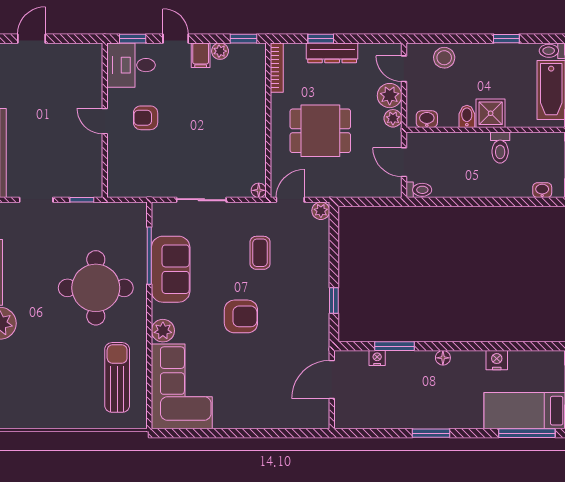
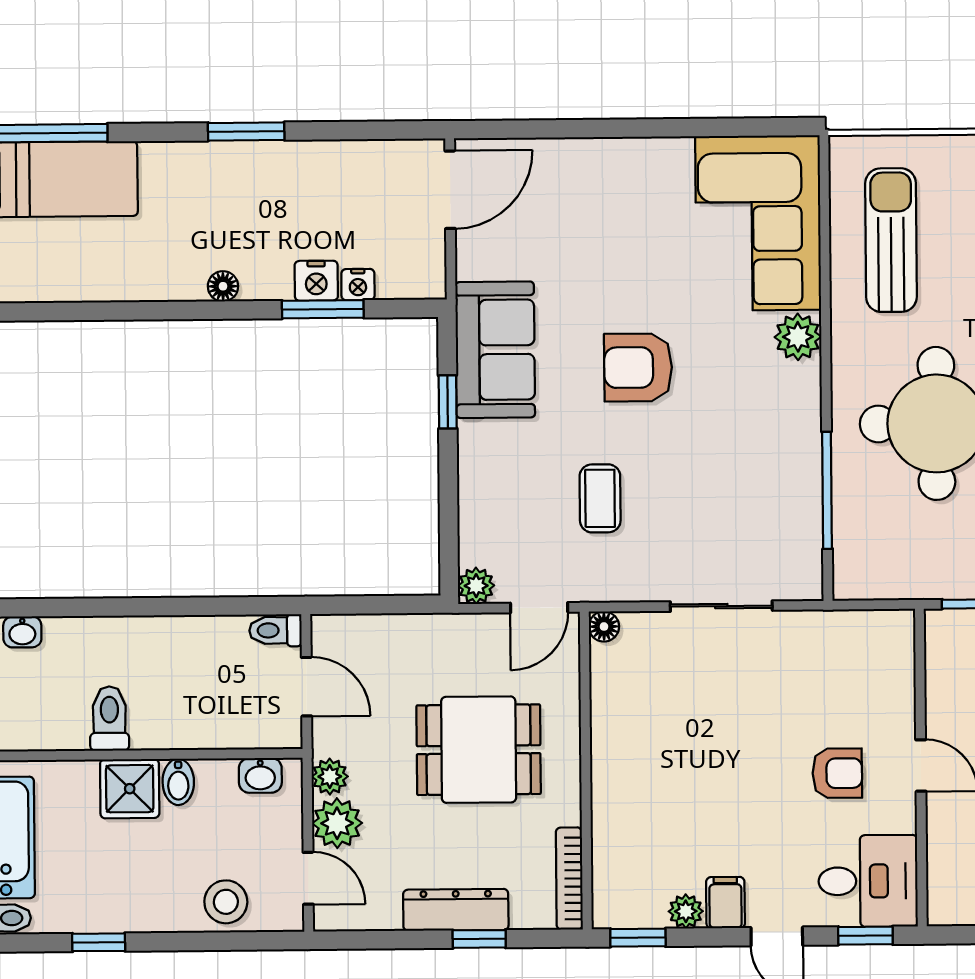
sofa: (171, 269) -> (495, 350), moved, turned 180
nightstand: (497, 360) -> (316, 281), moved
sun lounger: (117, 377) -> (891, 240), turned 180
door: (332, 379) -> (450, 190), moved

